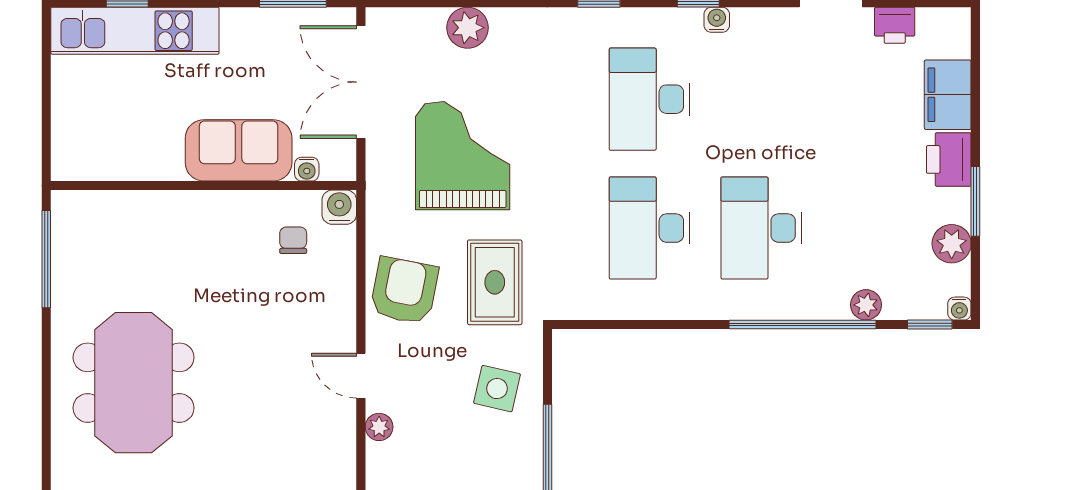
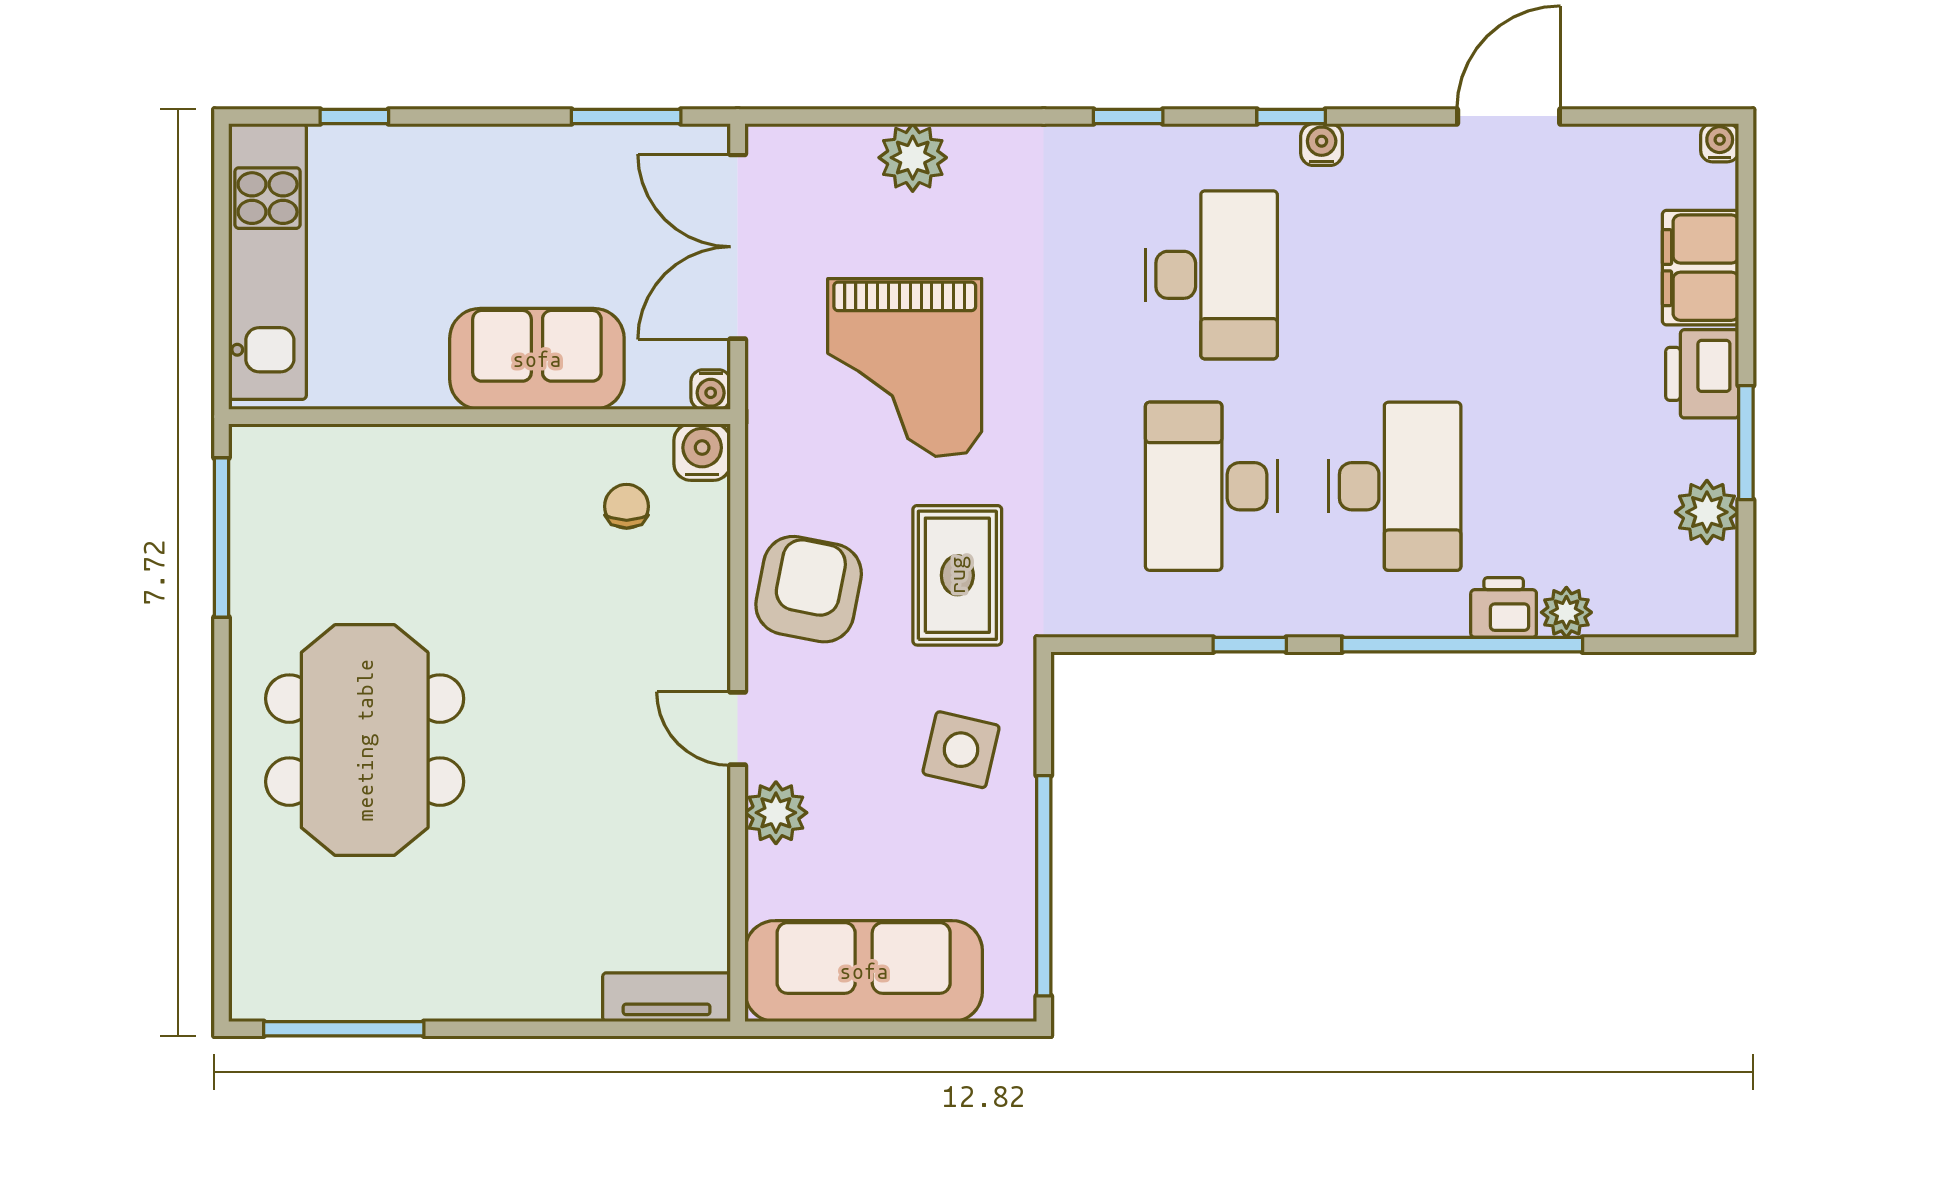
printer: (895, 25) -> (1504, 608), moved, turned 180
kitchen unit: (135, 31) -> (268, 262), moved, turned -90
desk: (650, 99) -> (1211, 275), turned 180
grand piano: (463, 156) -> (905, 367), turned 180
water cooler: (307, 169) -> (711, 390), moved
desk: (761, 228) -> (1395, 486), turned 180
water cooler: (959, 309) -> (1720, 143), moved, turned 180
window: (930, 325) -> (1250, 645), moved
plant: (379, 427) -> (776, 813), width x1.38, depth x1.38

